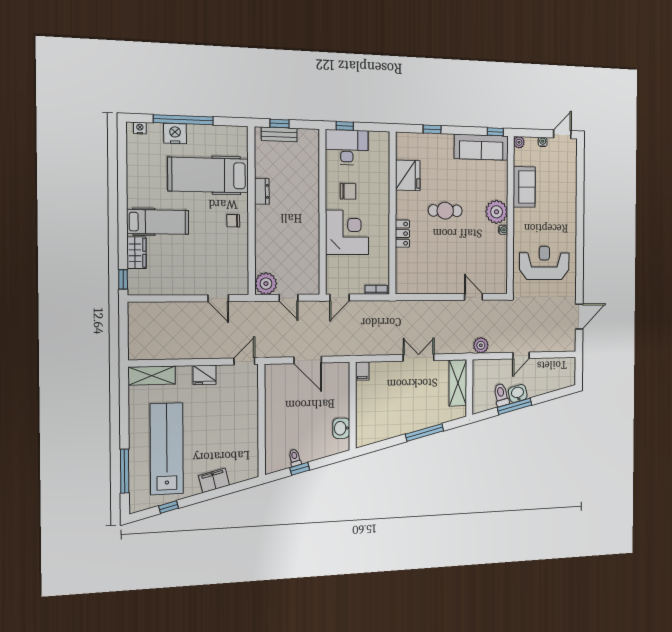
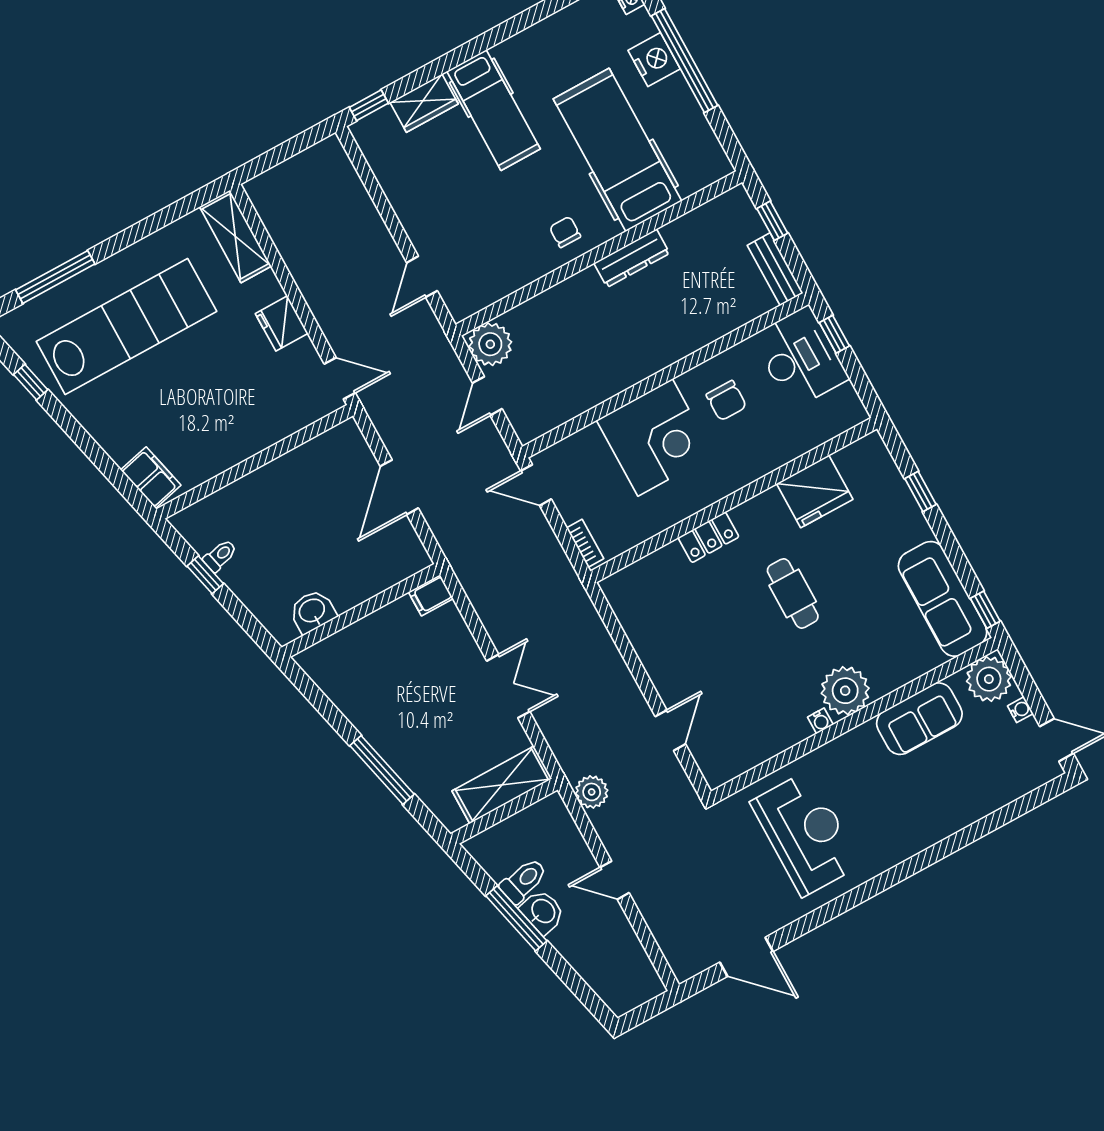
bench: (279, 134) -> (775, 269), moved
plant: (519, 142) -> (989, 679), width x1.87, depth x1.87
dresser: (262, 191) -> (632, 258), width x1.44
filing cabinet: (214, 480) -> (151, 478), moved

